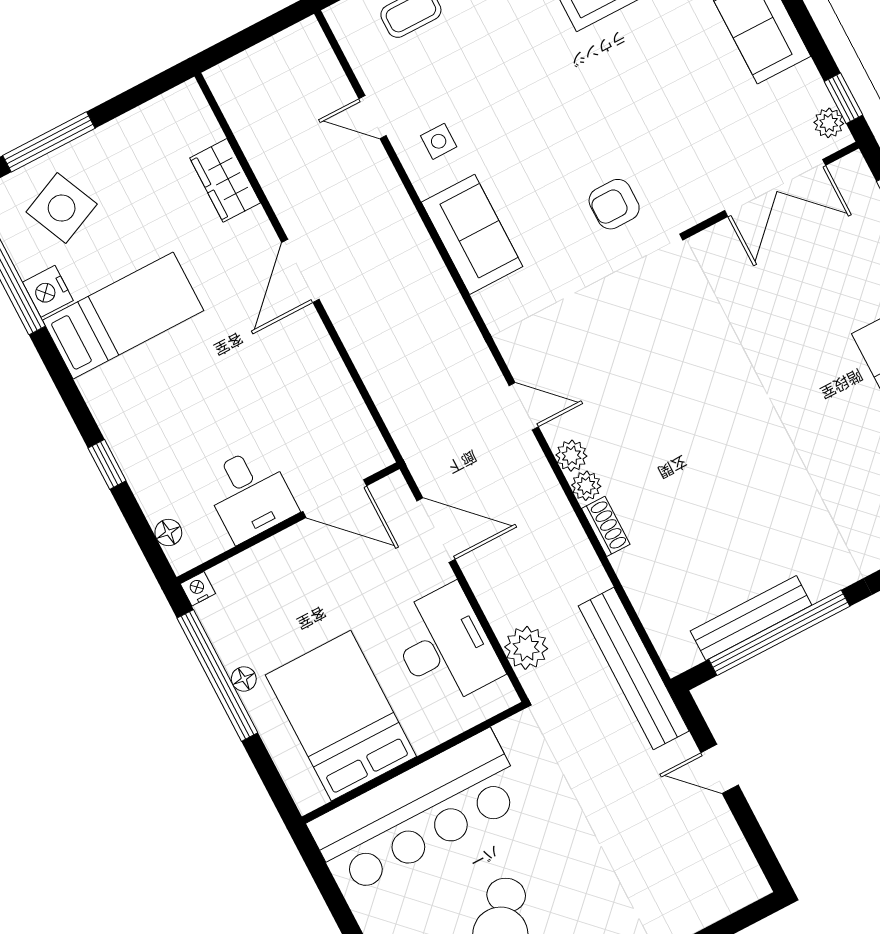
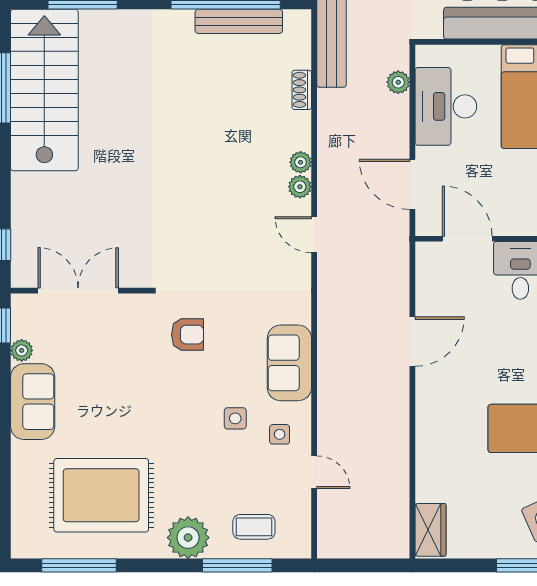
plant: (829, 123) -> (22, 350), moved
side table: (503, 132) -> (235, 418), added
wardrobe: (225, 180) -> (431, 530), moved
door: (300, 271) -> (412, 342), moved
shoe rack: (606, 526) -> (302, 90), moved
plant: (526, 648) -> (398, 82), width x0.73, depth x0.73

